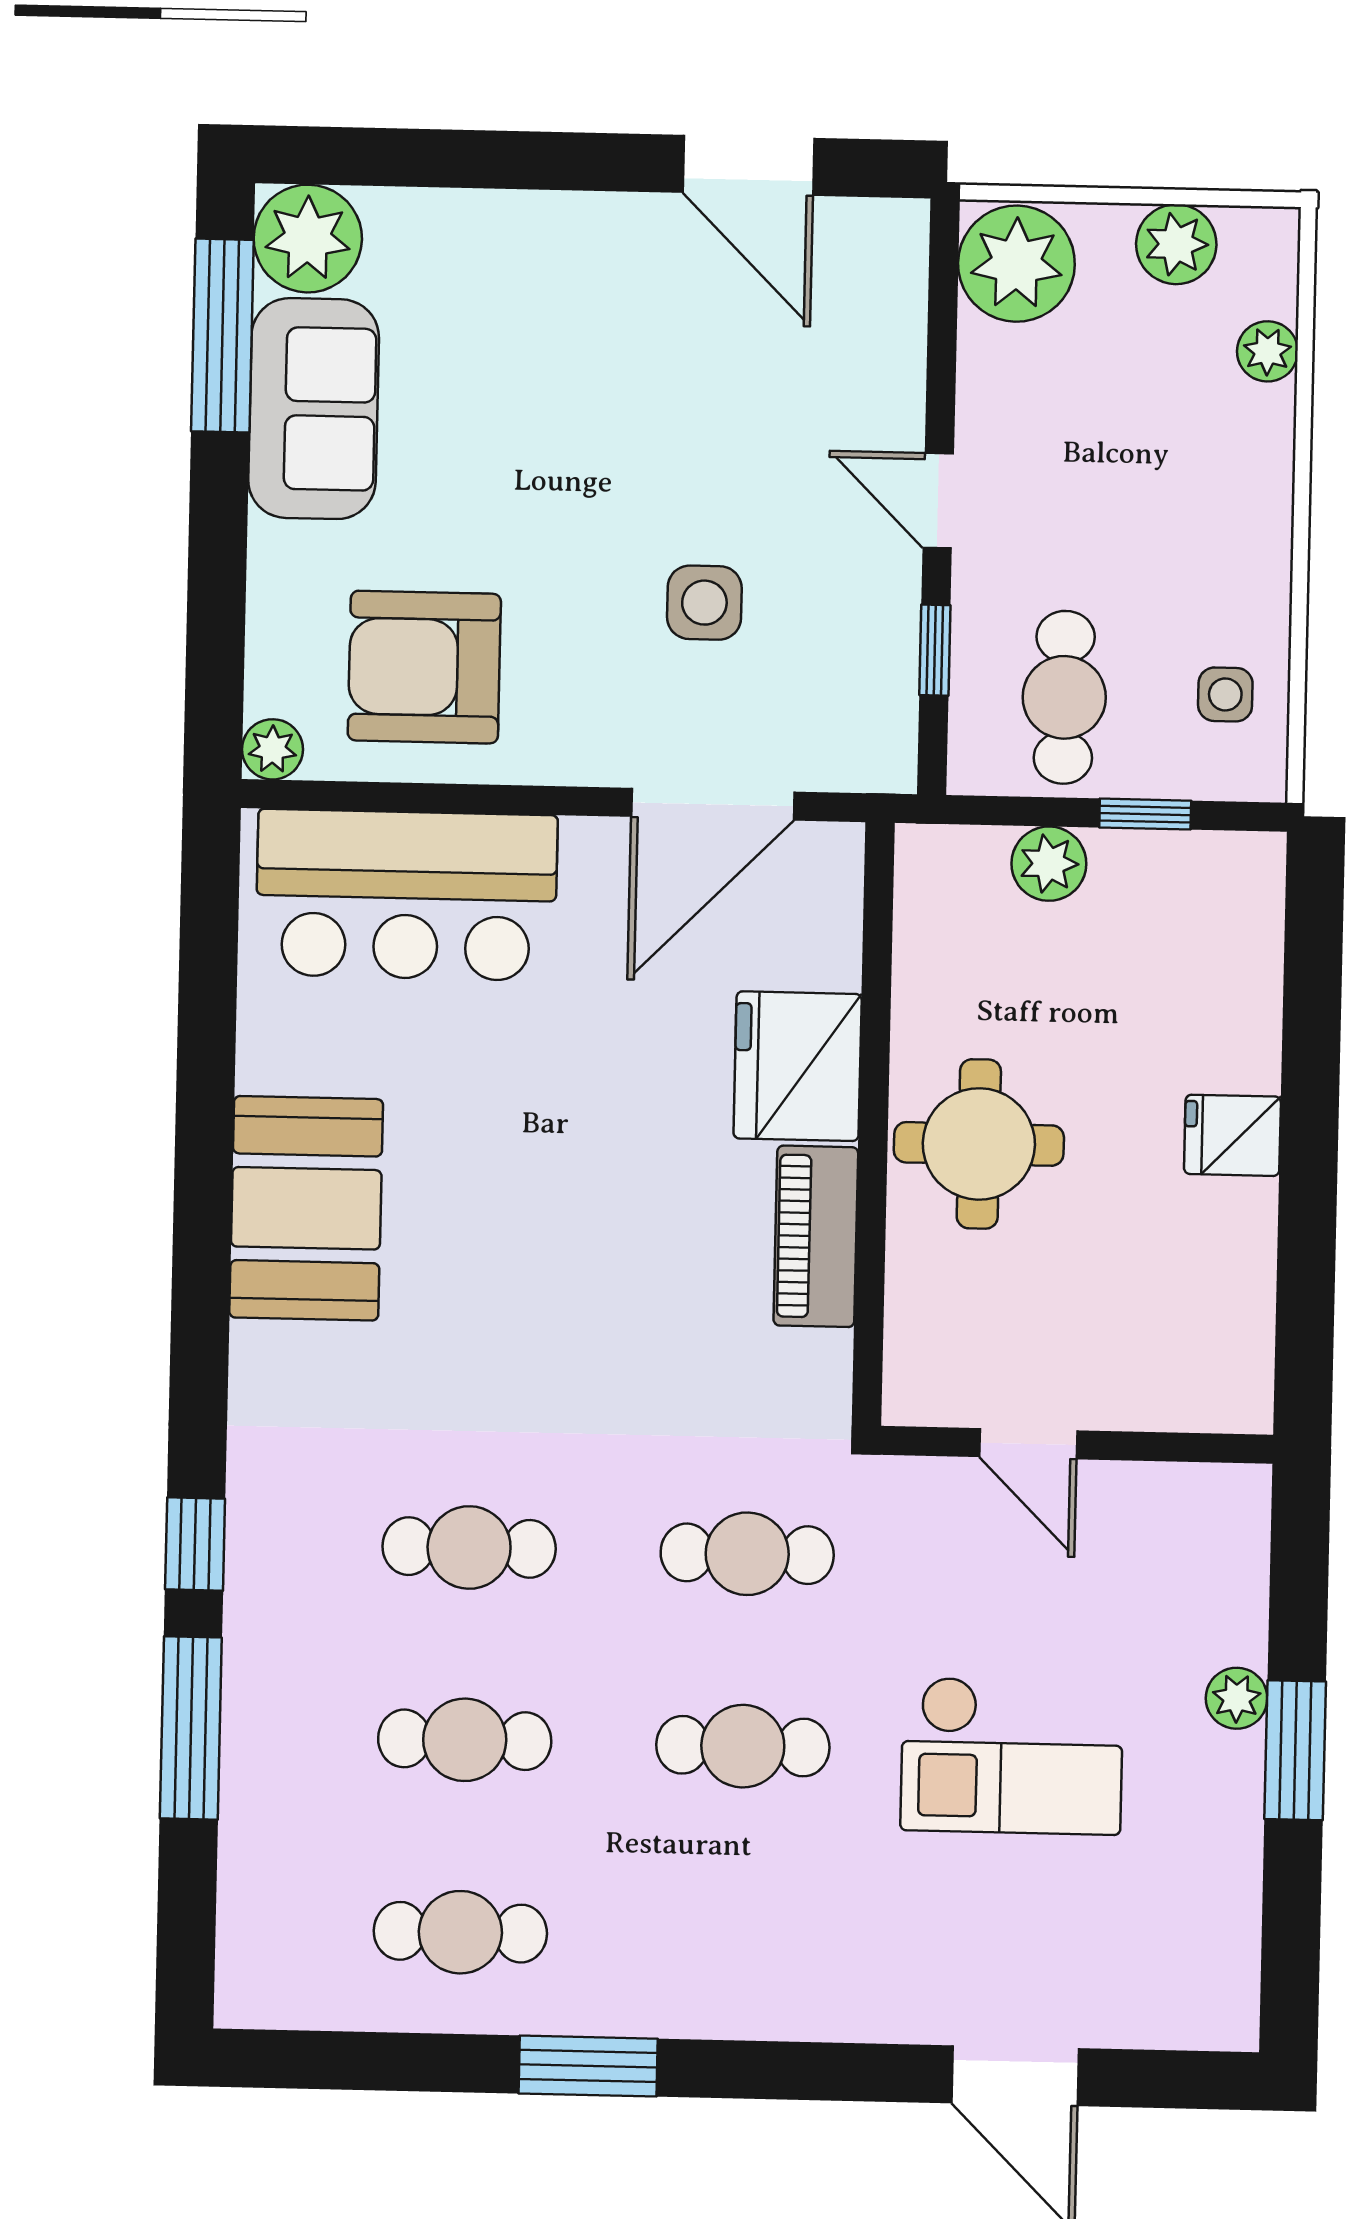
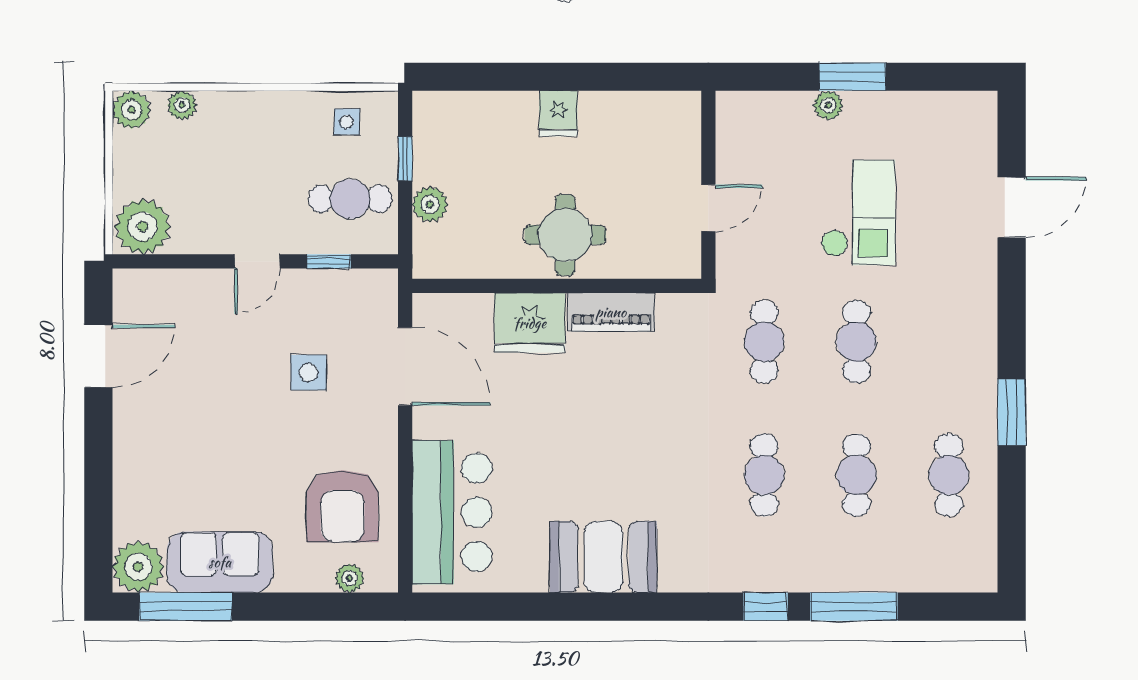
plant: (1176, 244) -> (132, 110), moved
plant: (272, 749) -> (350, 578), moved

